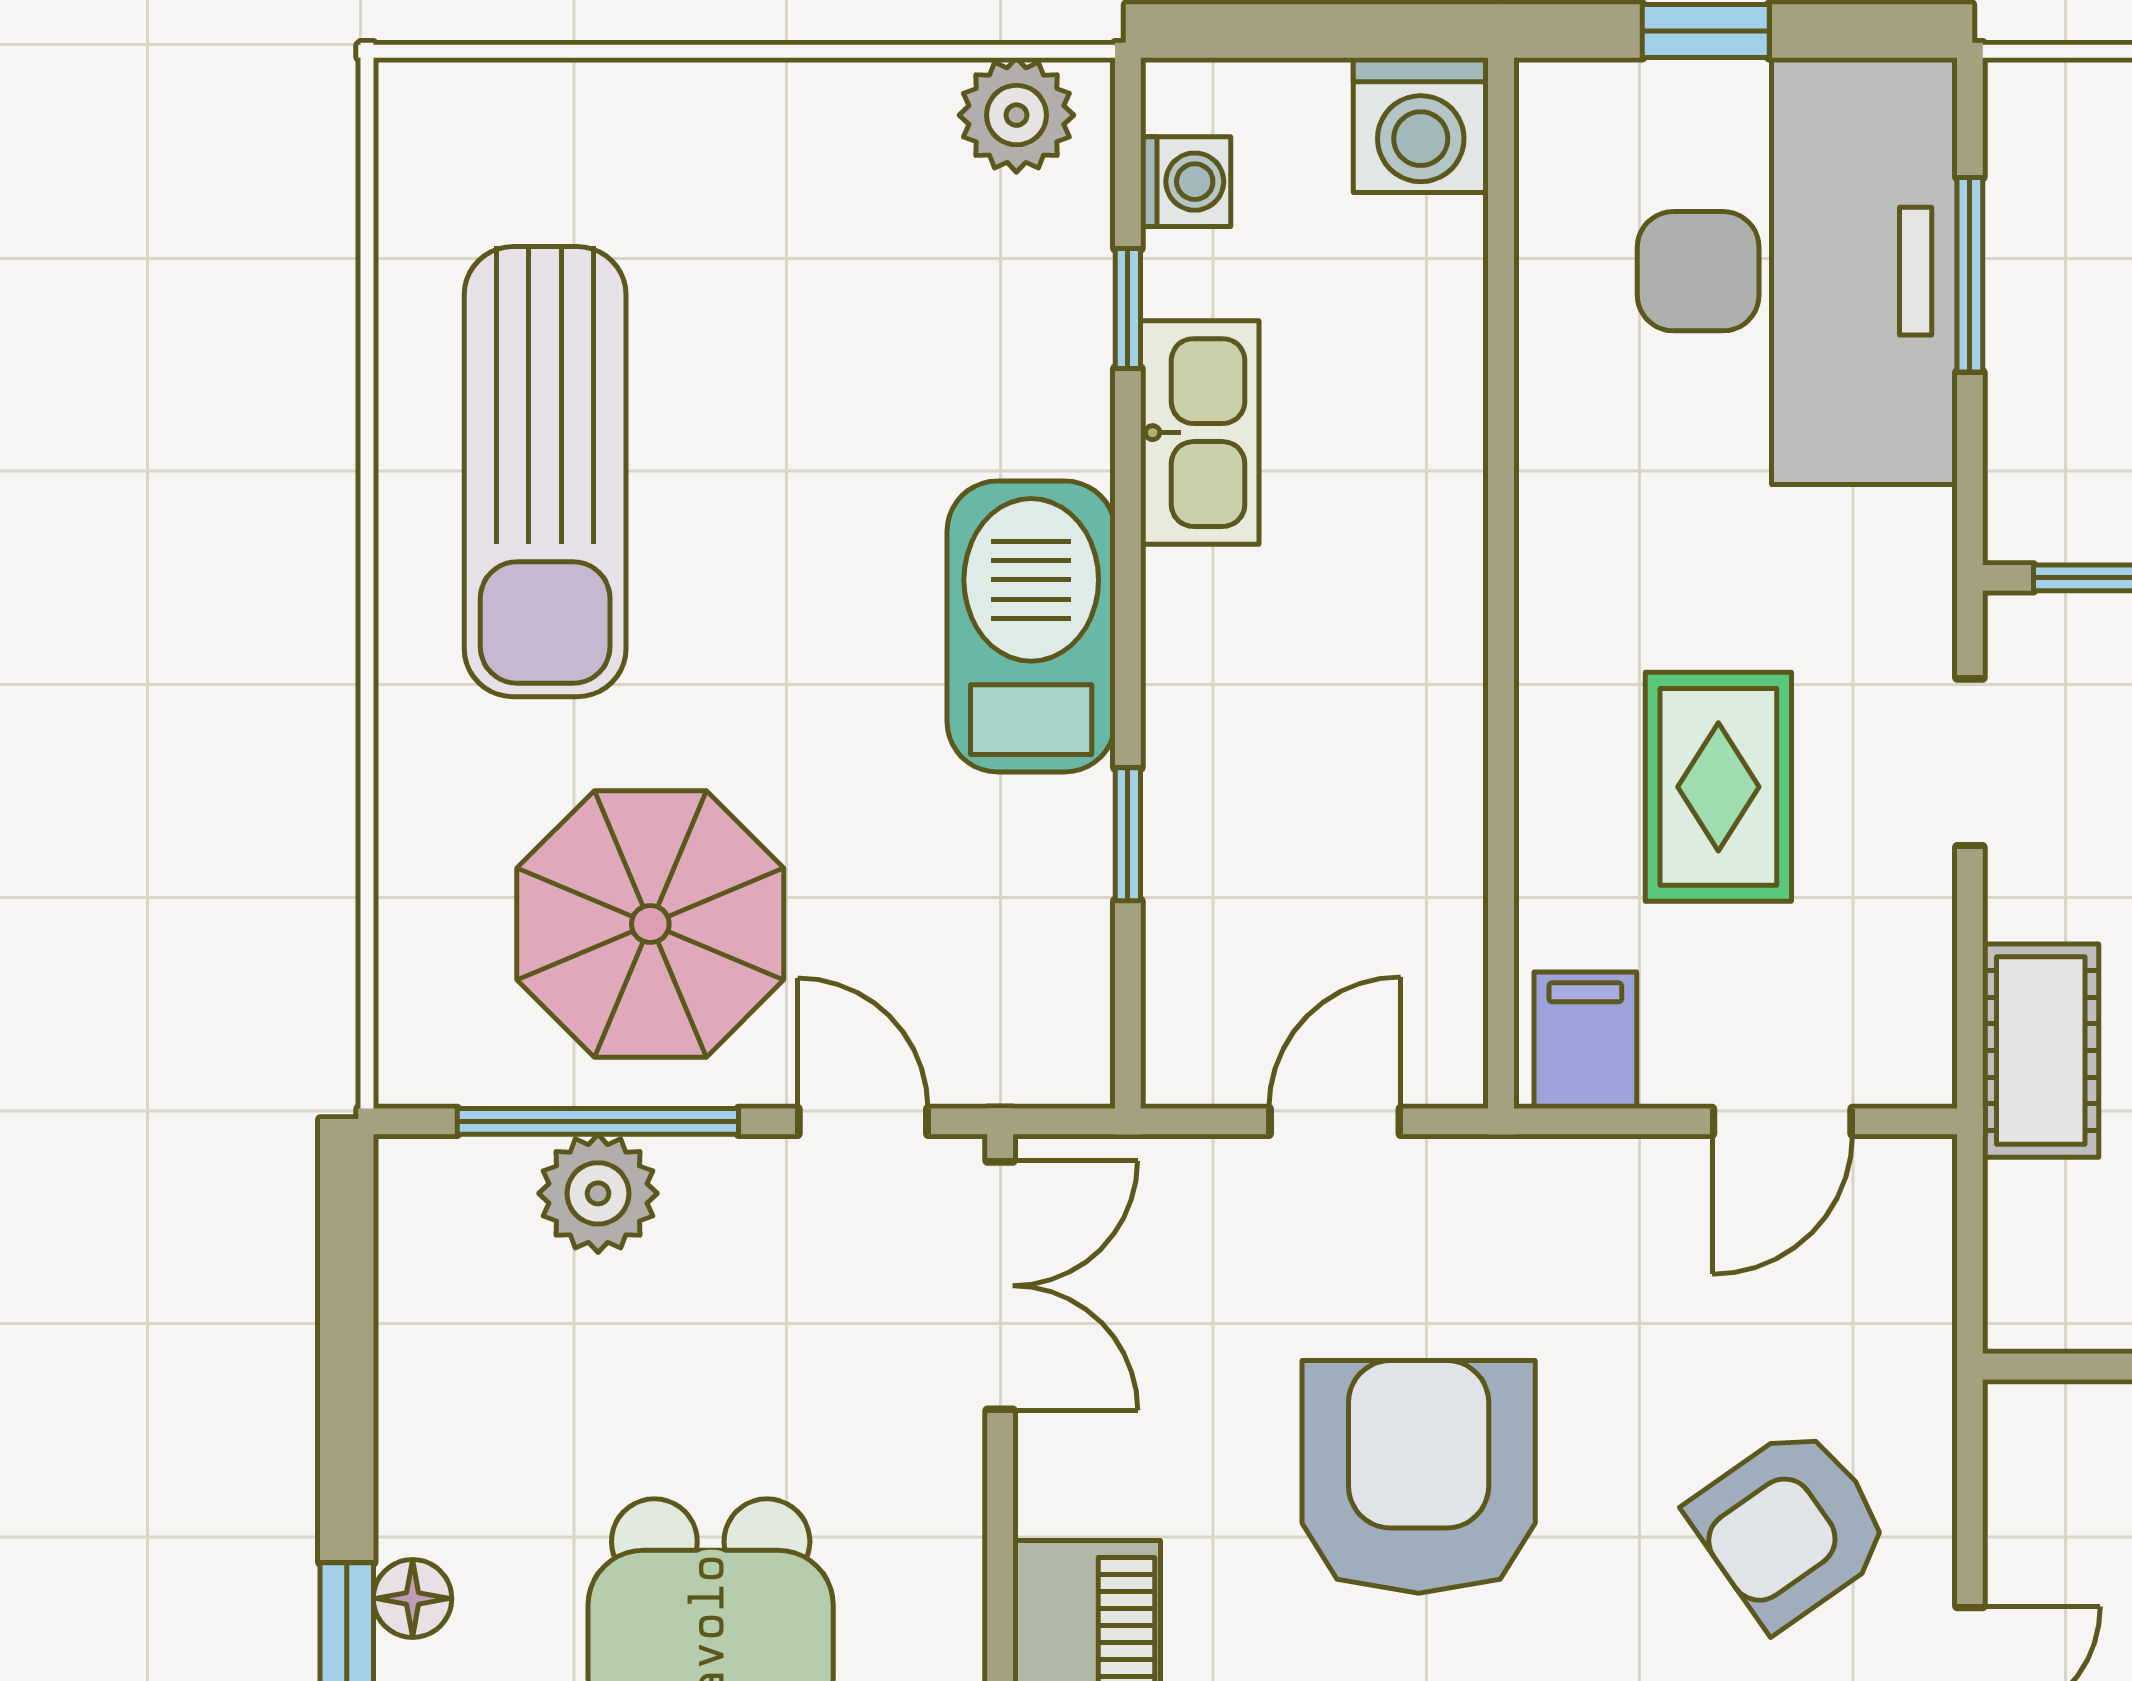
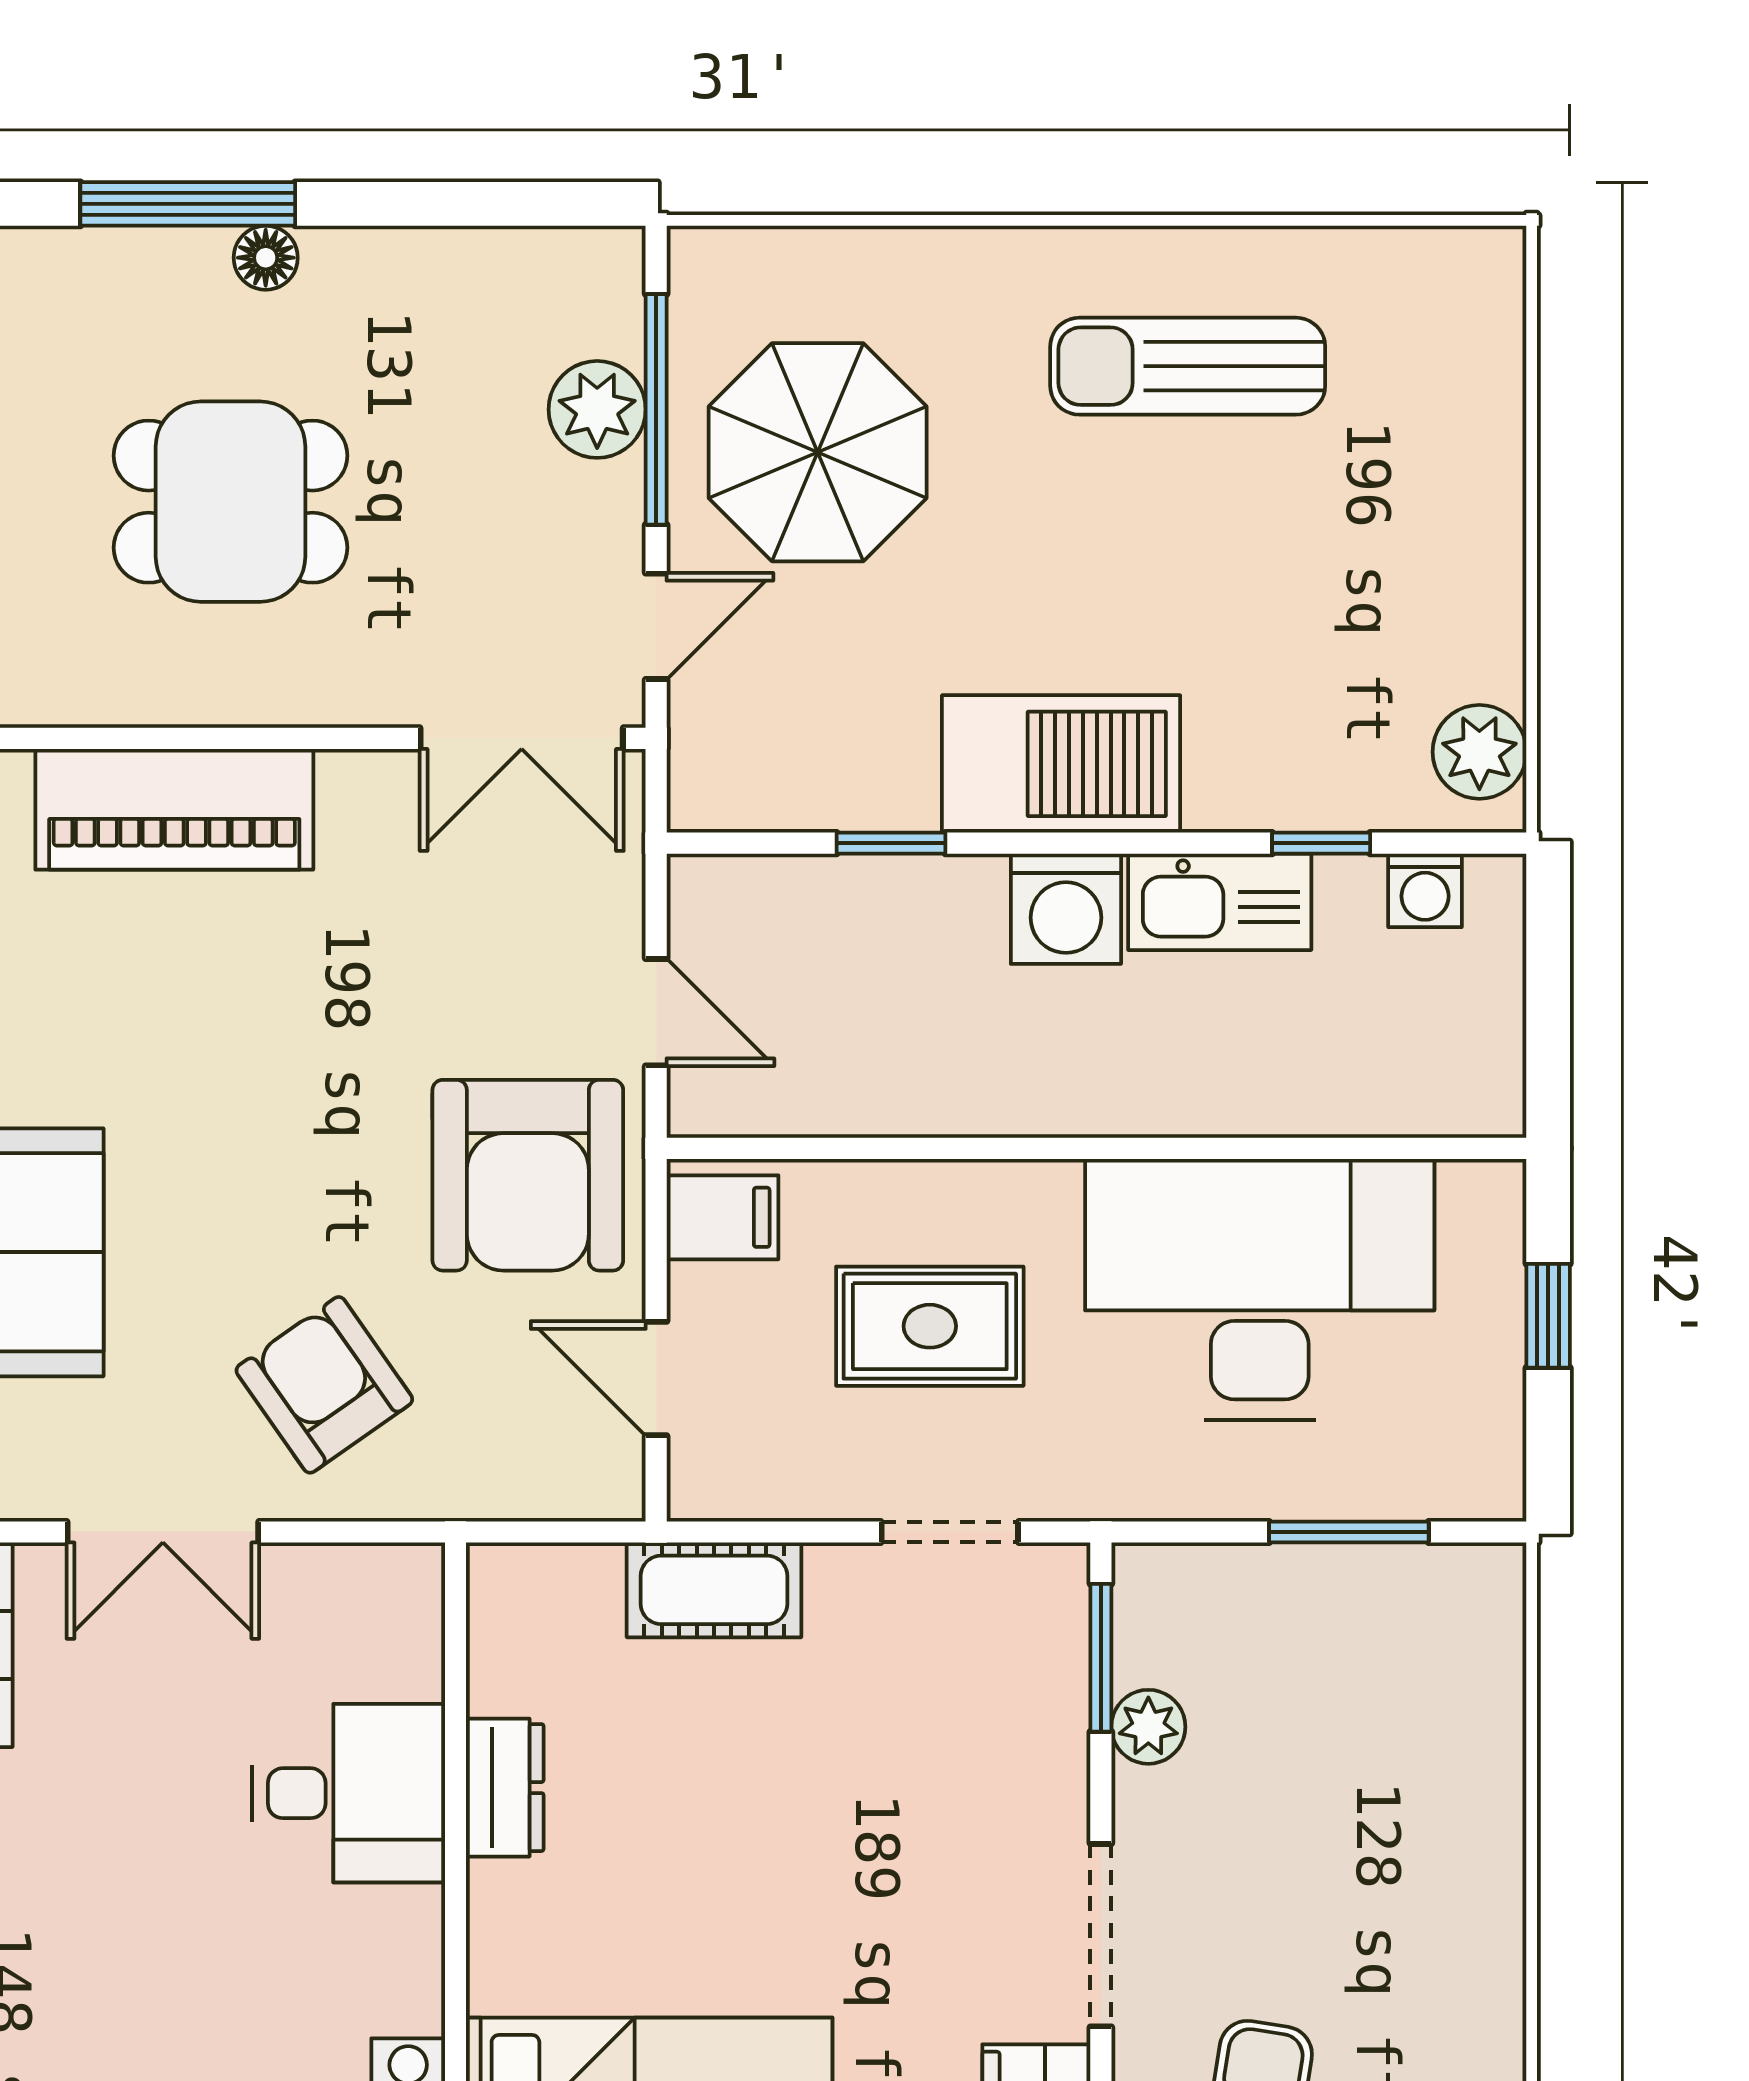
washing machine: (1421, 125) -> (1066, 909), moved, turned -90
desk: (1797, 271) -> (1260, 1290), moved, turned 180
sun lounger: (545, 472) -> (1188, 366), width x0.73, depth x0.75
armchair: (1419, 1477) -> (528, 1175), moved, turned 90

